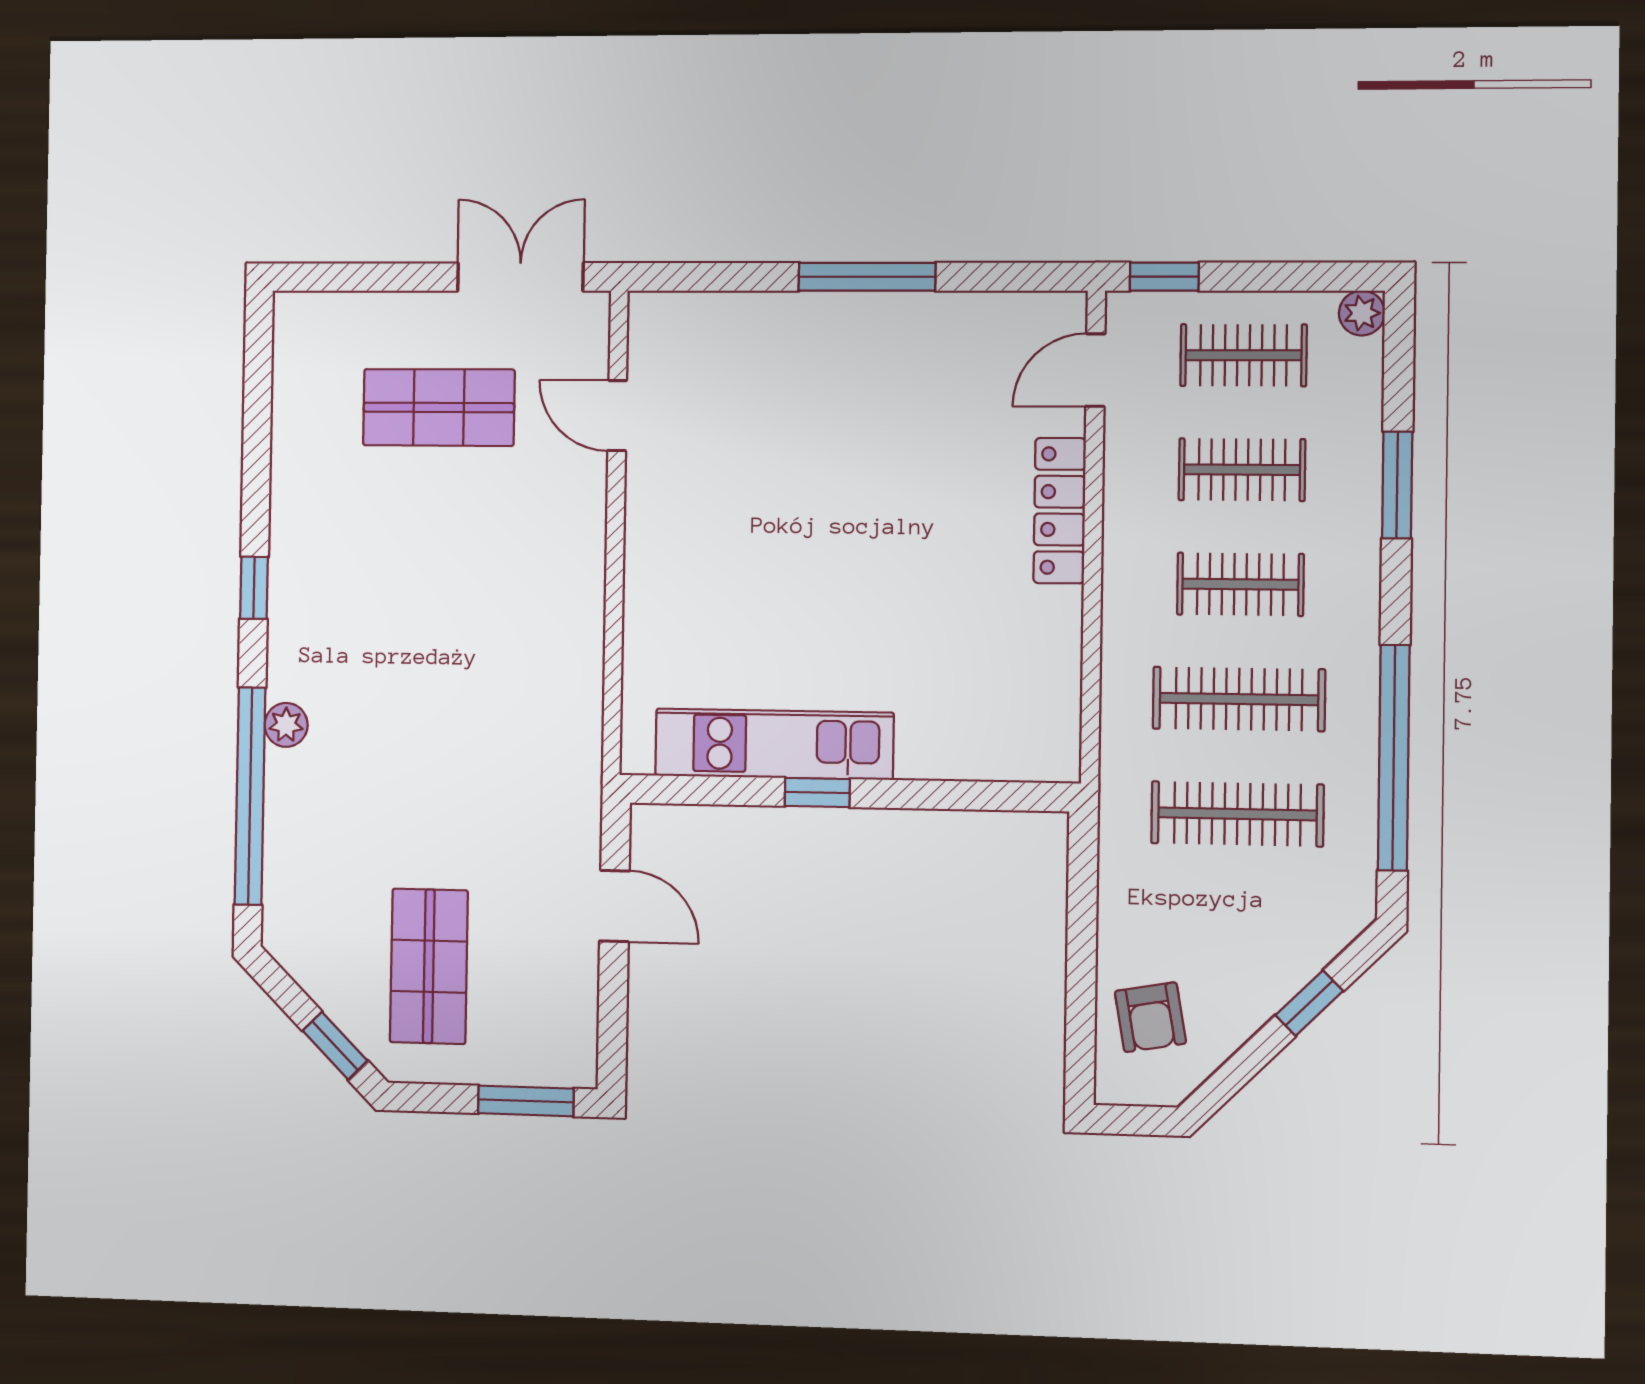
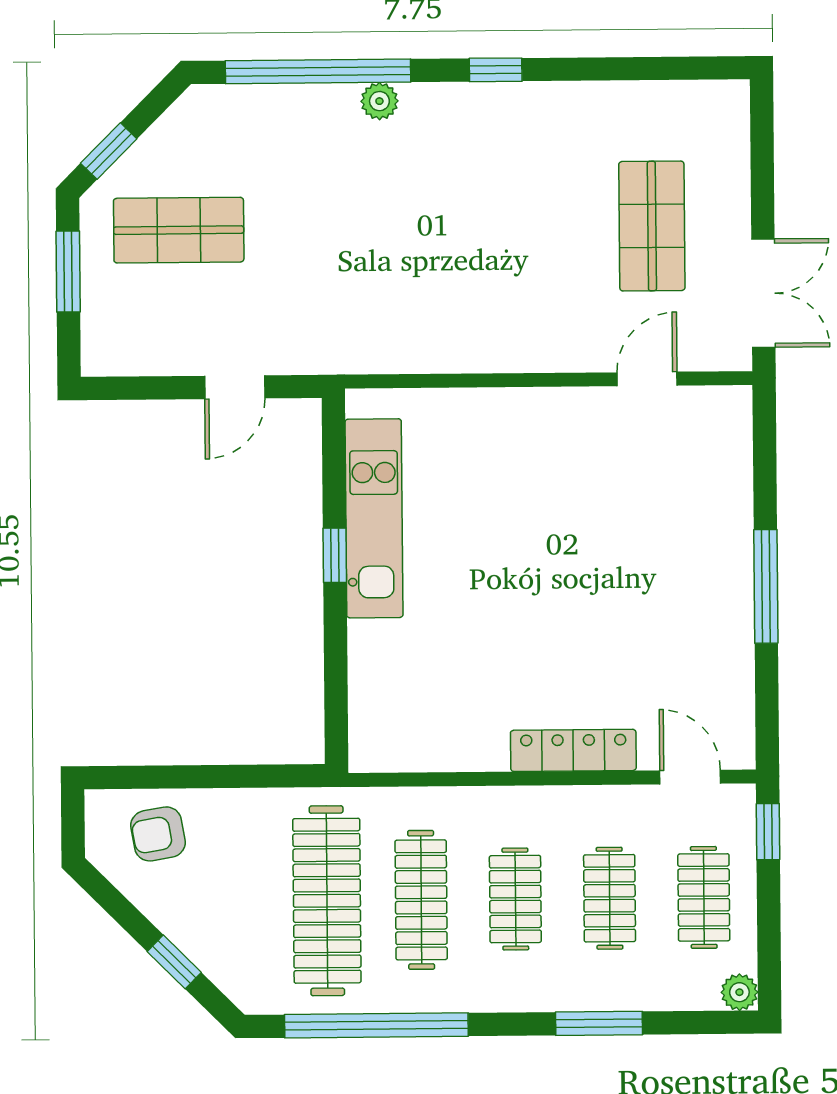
clothes rail: (1237, 814) -> (327, 901), width x1.37, depth x1.31
window: (526, 1101) -> (68, 272), moved

